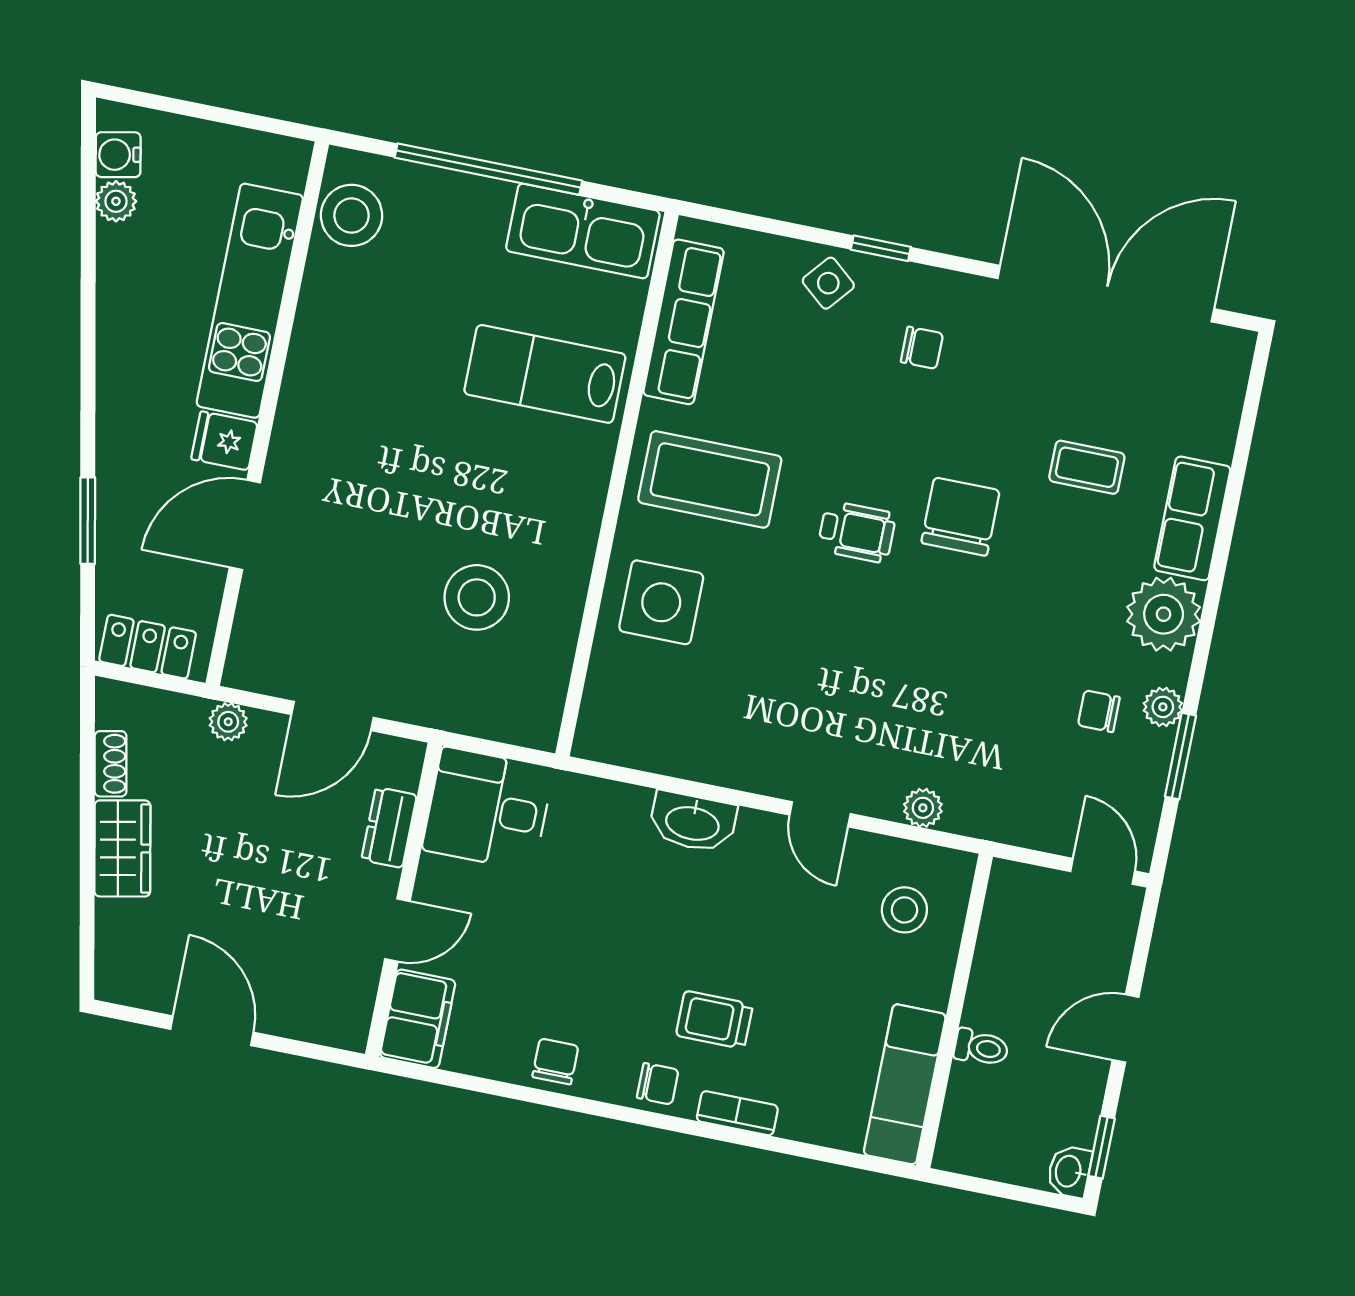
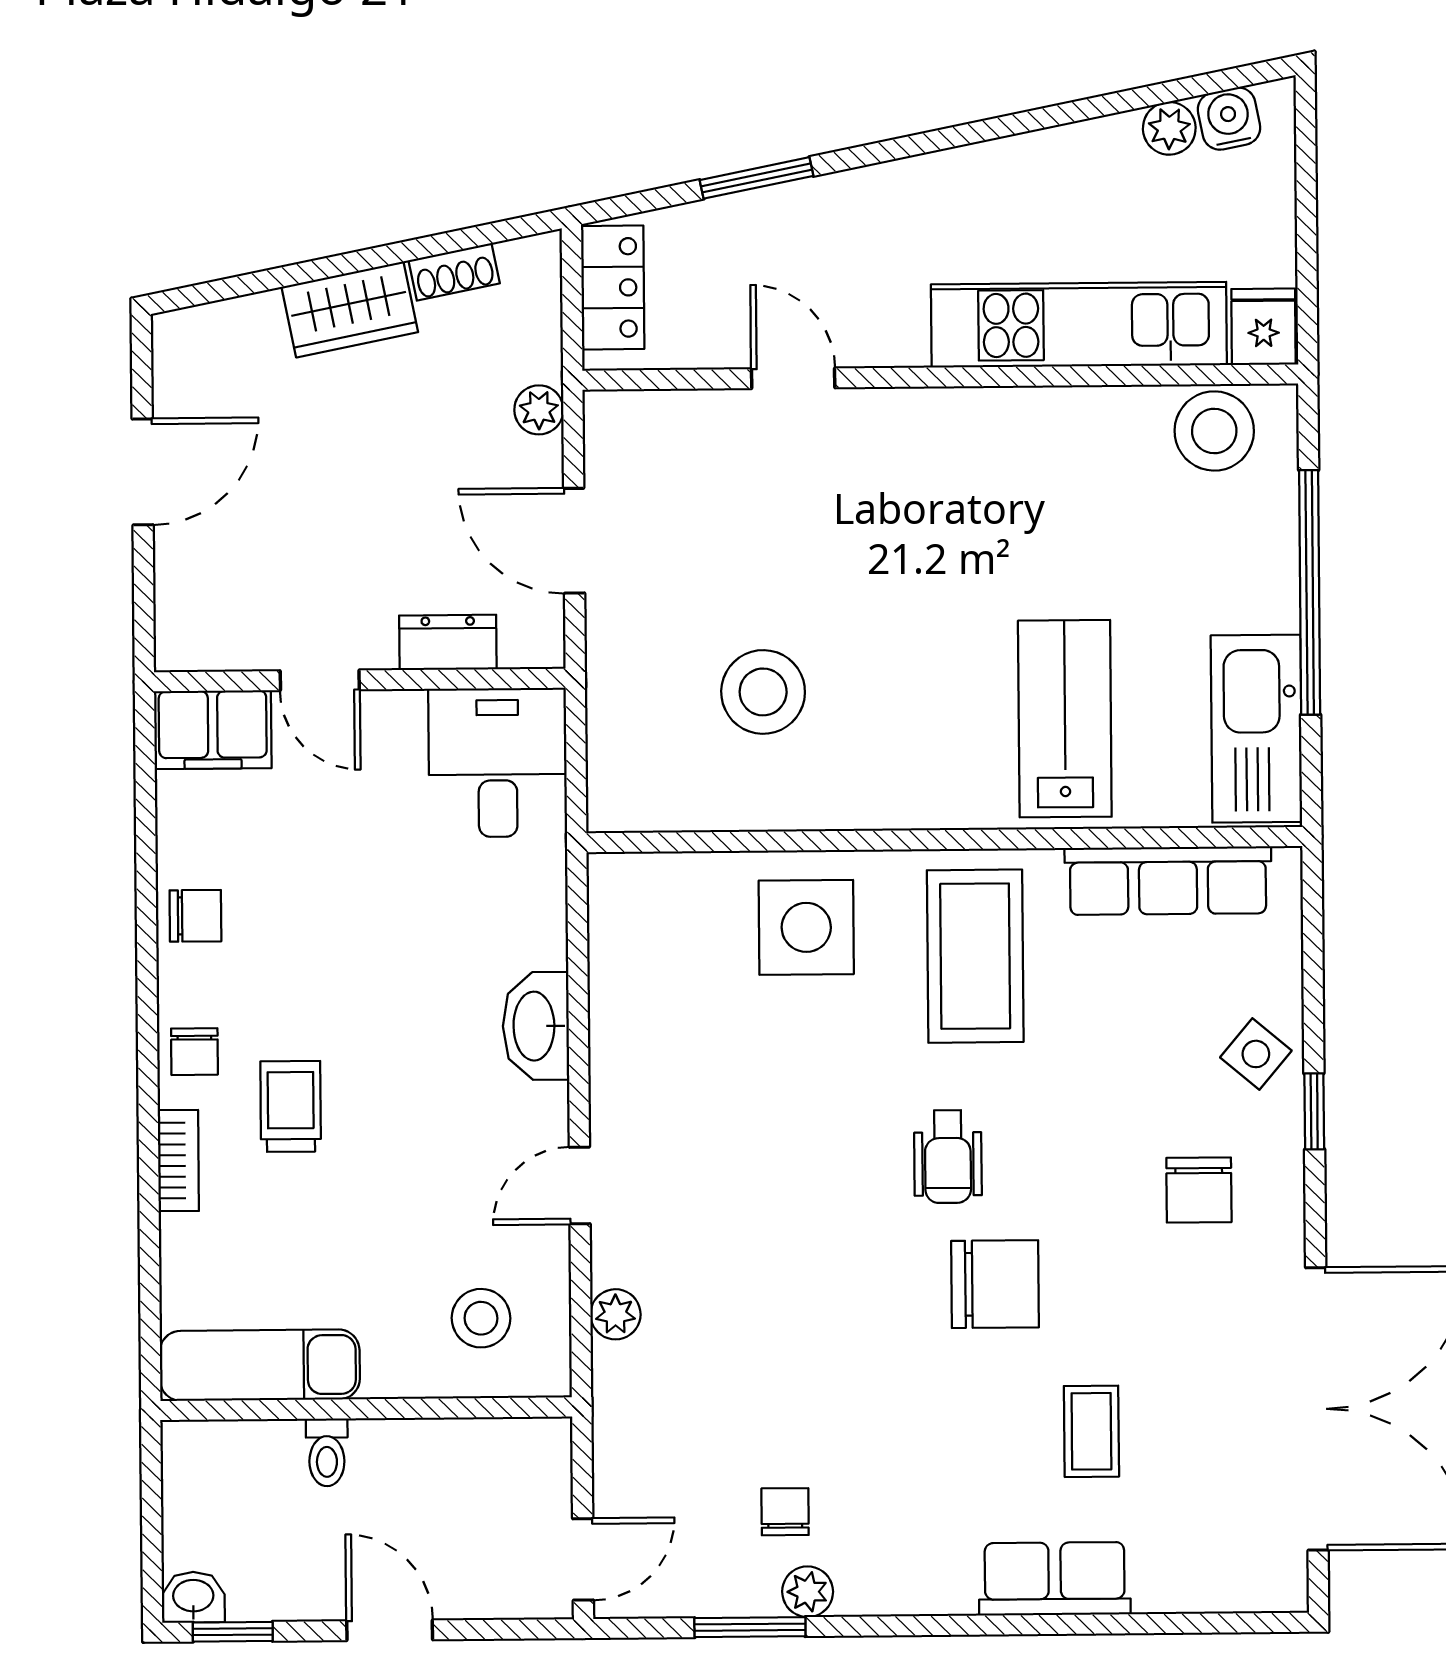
chair: (922, 348) -> (1199, 1190), width x1.37, depth x1.37
fridge: (224, 441) -> (1264, 327), moved
door: (245, 525) -> (793, 378), width x0.73
plant: (1164, 614) -> (925, 1568), removed

